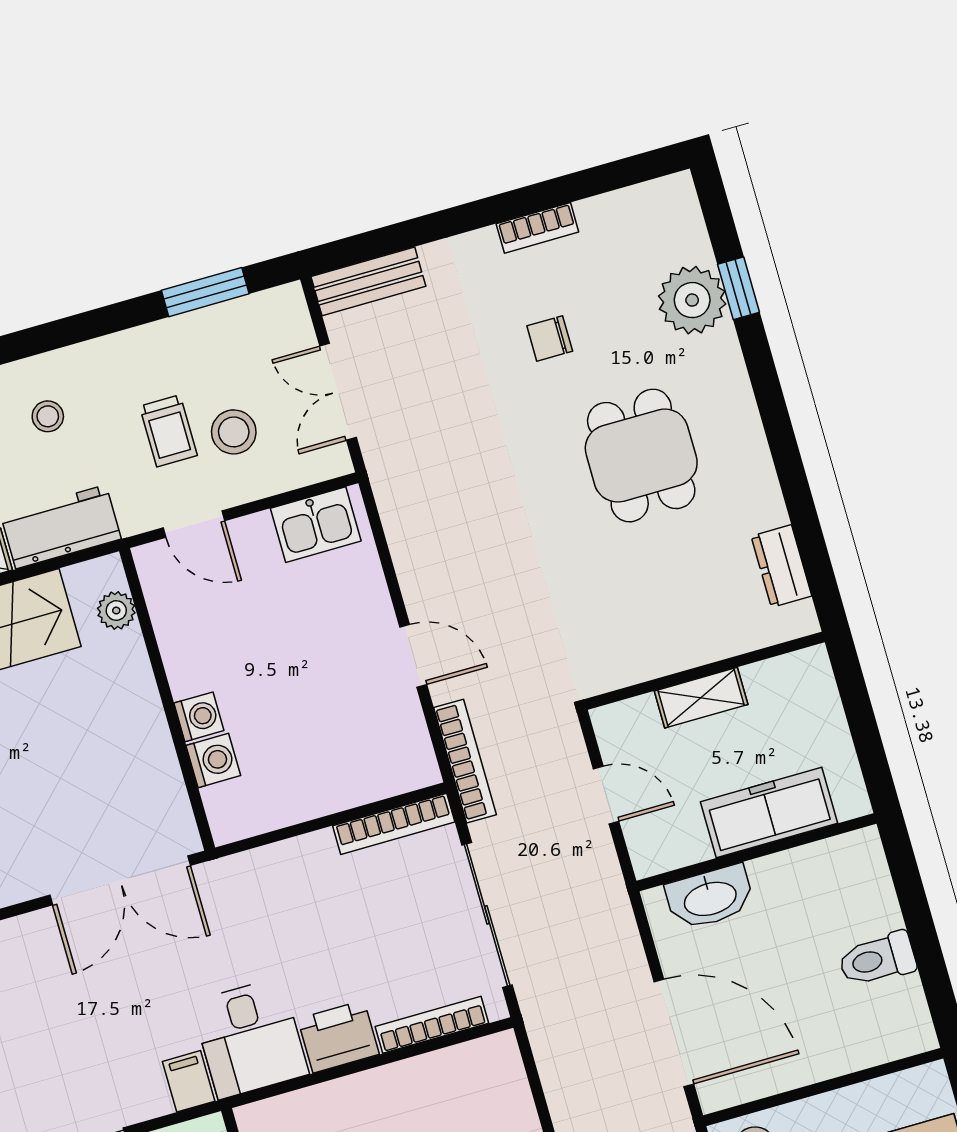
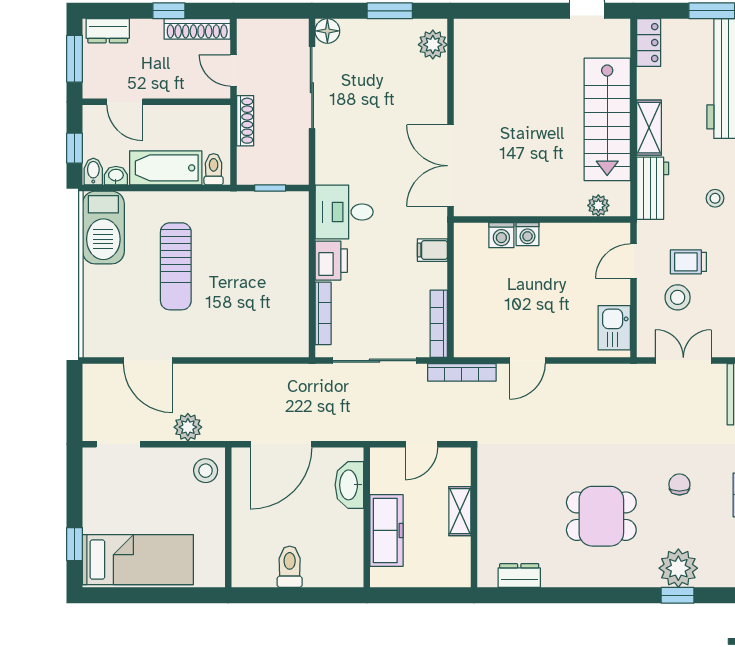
filing cabinet: (189, 1081) -> (432, 250), moved, turned 180

